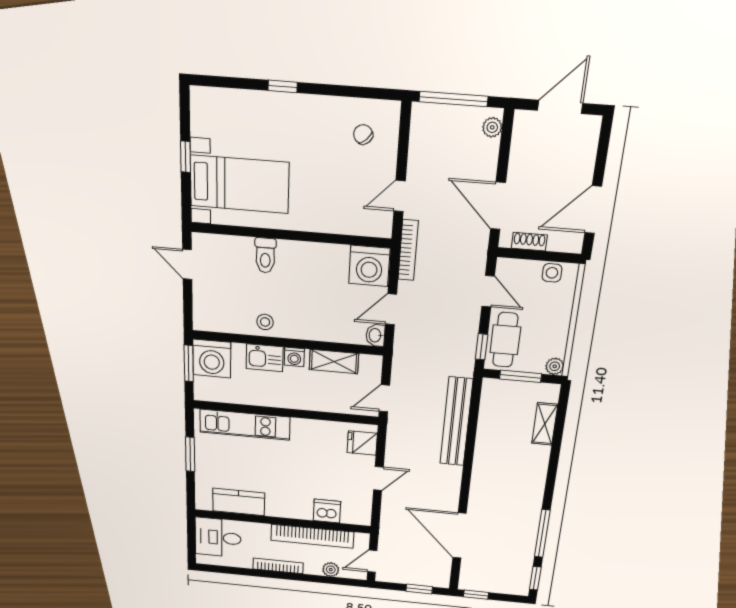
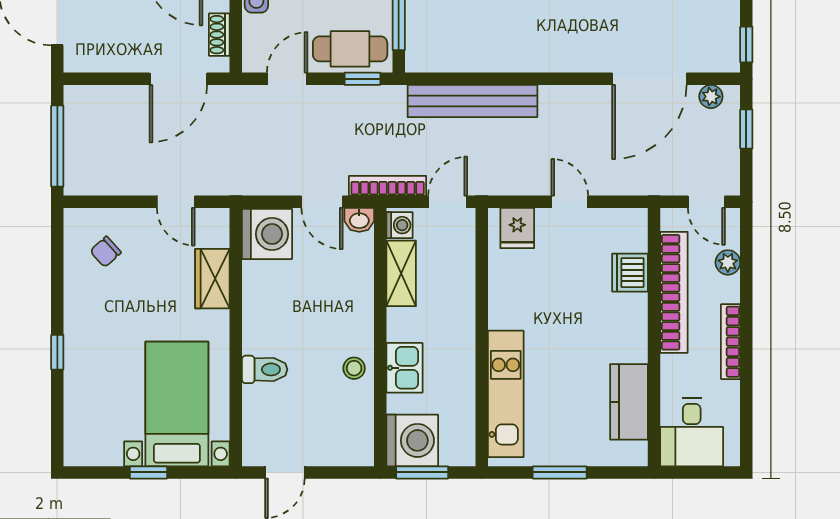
plant: (492, 127) -> (711, 97), moved
wardrobe: (337, 221) -> (212, 279), added
bookcase: (408, 250) -> (388, 186), moved
washing machine: (294, 357) -> (400, 225), moved
door: (384, 398) -> (448, 202), swing flipped

